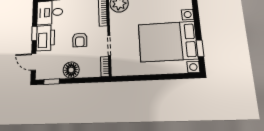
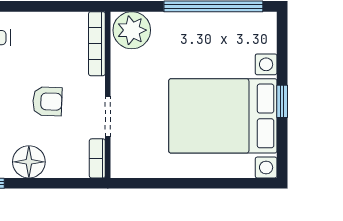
armchair: (80, 40) -> (47, 101), turned -88
window: (200, 48) -> (282, 101), moved

